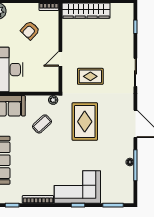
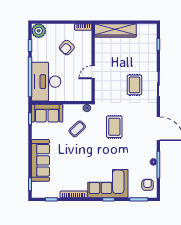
rug: (90, 76) -> (134, 85), moved, turned 90
rug: (85, 122) -> (114, 127), width x0.73, depth x0.70
armchair: (123, 188) -> (148, 185), added

